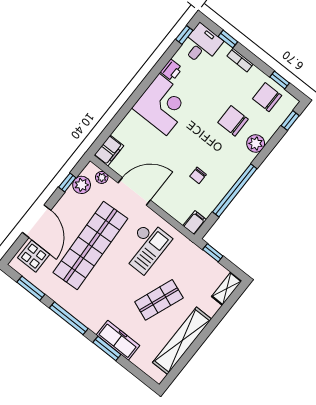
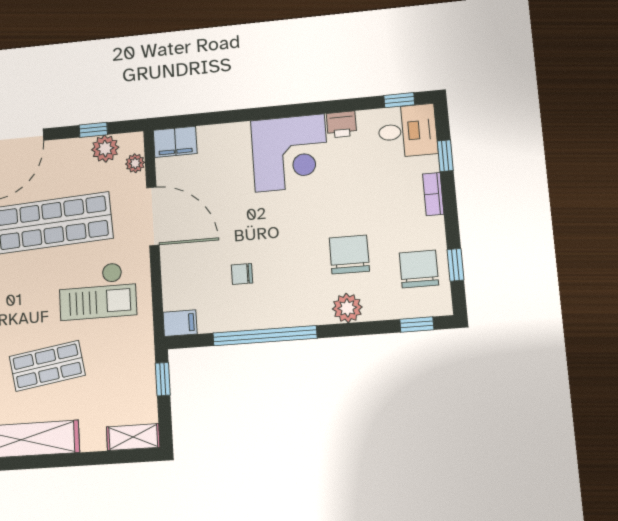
shop shelf: (159, 300) -> (47, 366), turned -30

